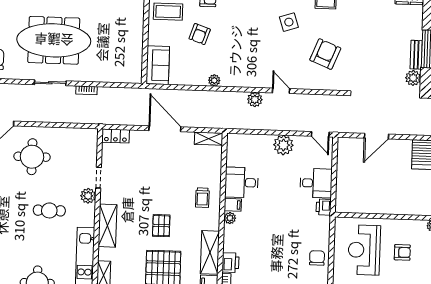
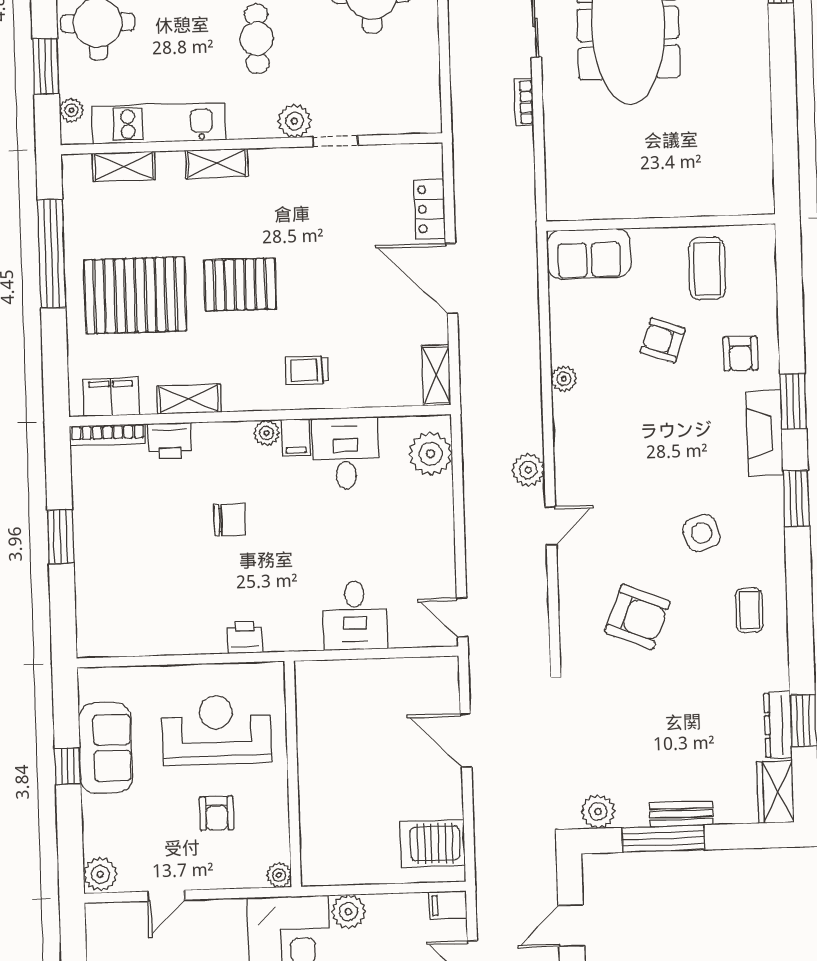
bench: (416, 55) -> (681, 814), moved
door: (165, 129) -> (451, 279), swing flipped
door: (320, 134) -> (462, 618), hinge flipped
locker: (116, 136) -> (430, 209), moved
plant: (283, 145) -> (431, 454), moved
printer: (324, 207) -> (245, 637), moved
shelving: (107, 226) -> (217, 163), width x0.67, depth x0.75
pallet: (161, 226) -> (240, 285), width x1.50, depth x1.42
shelving: (210, 252) -> (189, 399), width x0.67, depth x0.75
chair: (317, 258) -> (230, 520), moved

